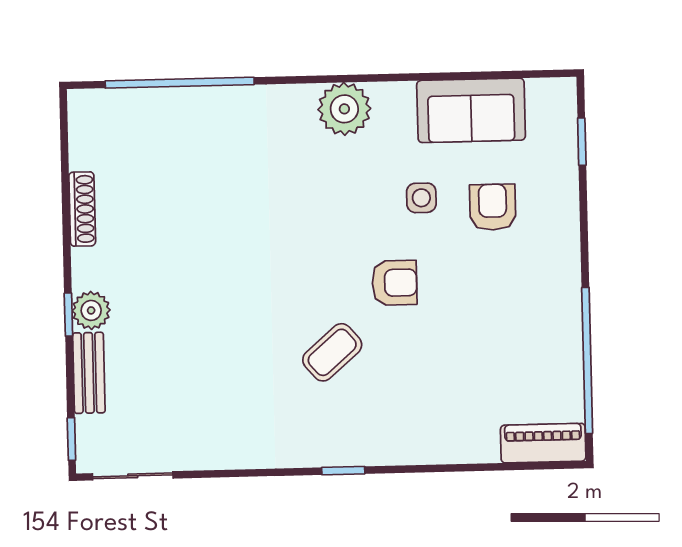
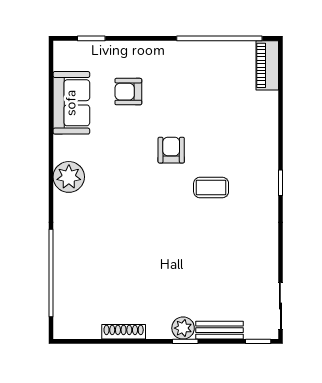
side table: (421, 198) -> (122, 133), removed
coffee table: (332, 352) -> (211, 188), turned -49

